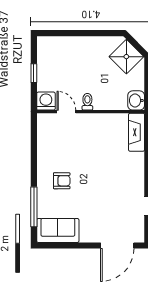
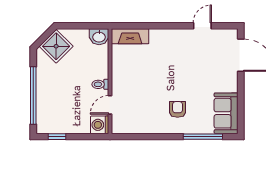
window: (76, 33) -> (33, 95), added
window: (34, 73) -> (57, 137), moved

